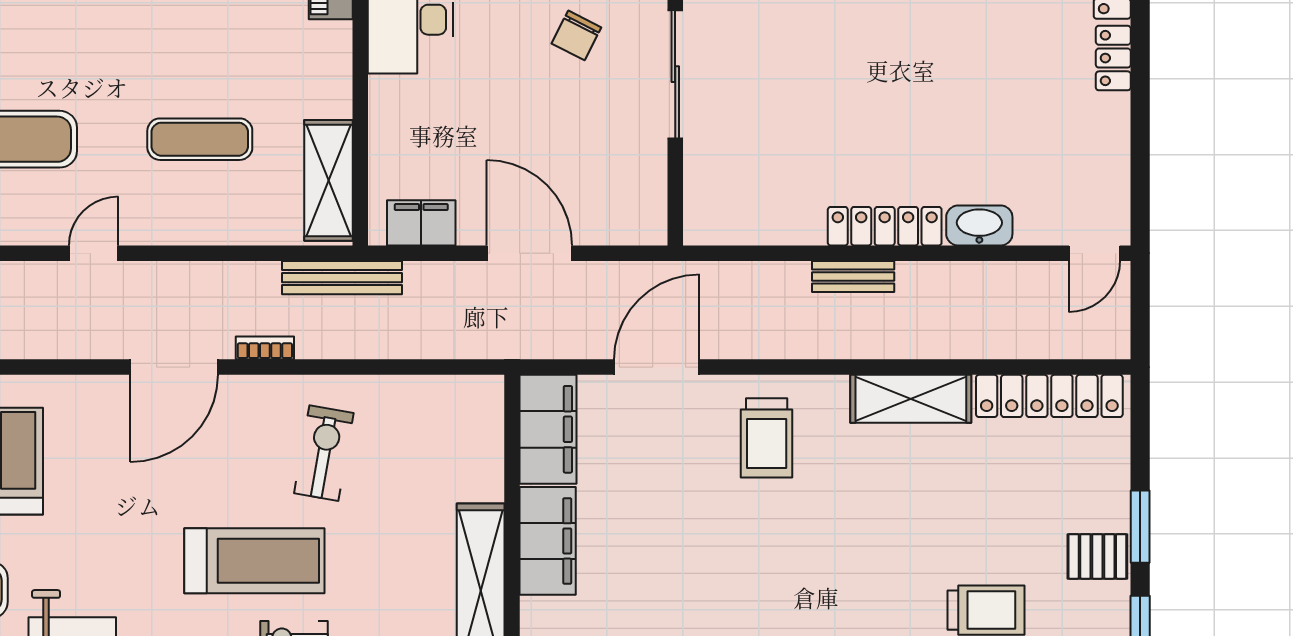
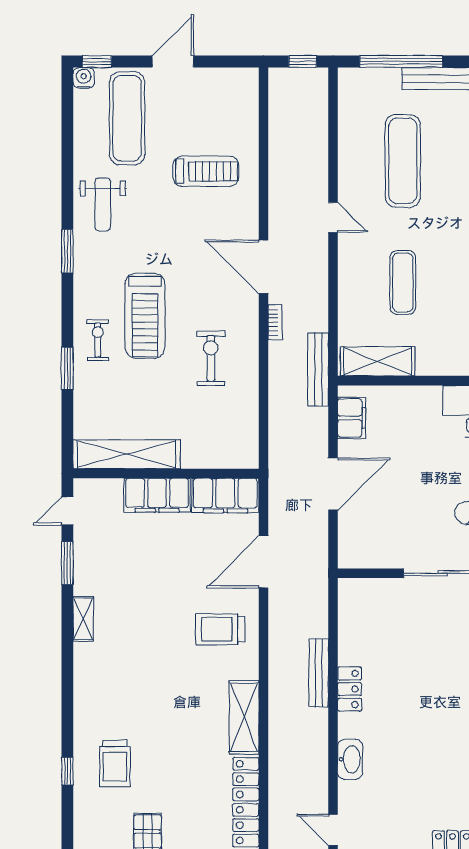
locker: (885, 226) -> (350, 689), width x0.66
bench: (853, 276) -> (319, 673), width x1.36
door: (657, 367) -> (263, 562), swing flipped
exercise bike: (324, 453) -> (211, 358), turned -100

